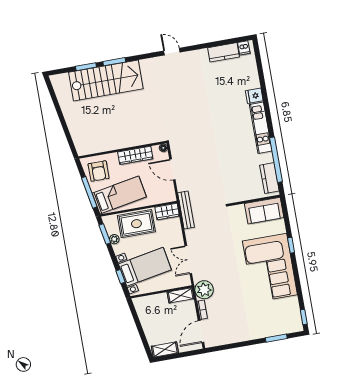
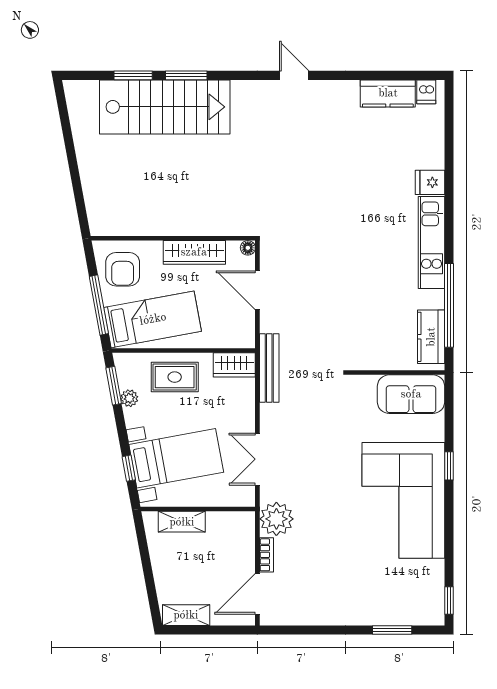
rug: (136, 224) -> (175, 377), width x0.73, depth x0.70
shelving: (181, 295) -> (182, 522), moved

